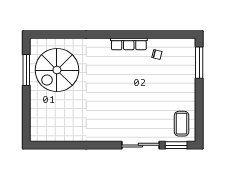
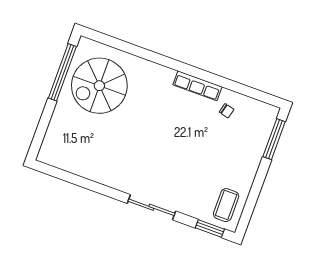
window: (26, 70) -> (62, 72), width x1.46
sliding door: (140, 145) -> (151, 207), moved

